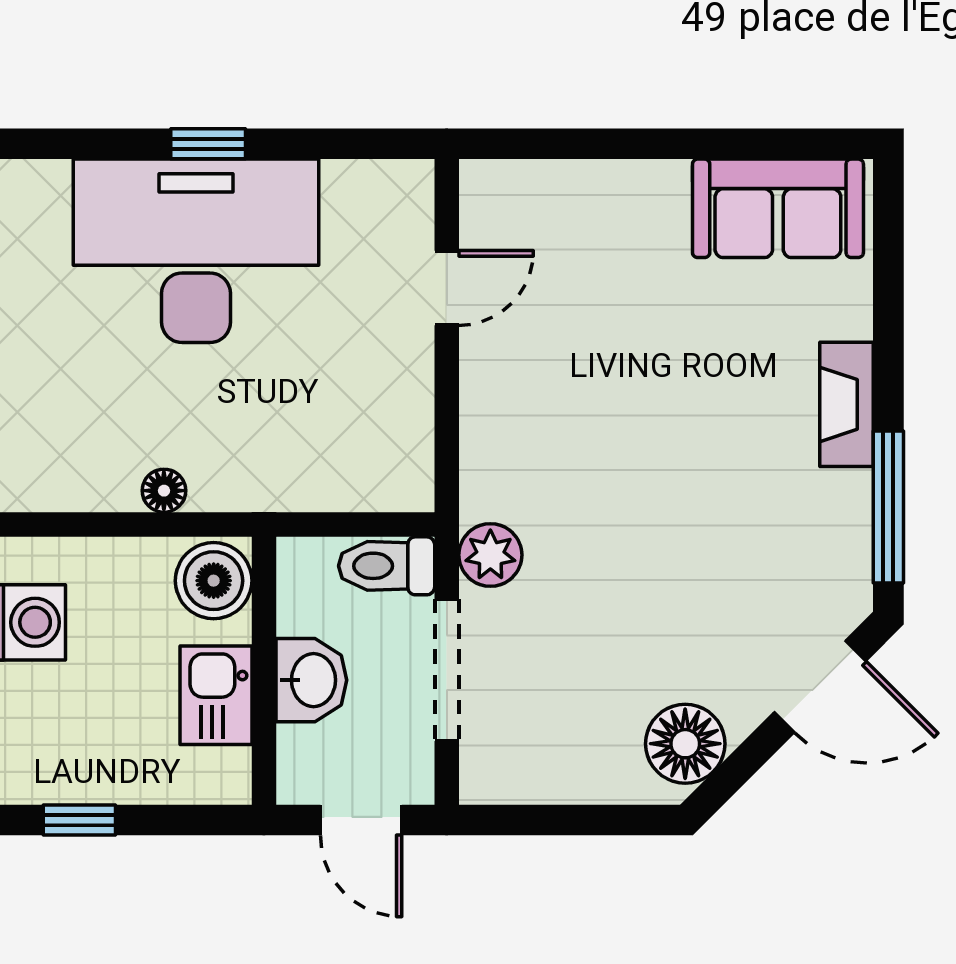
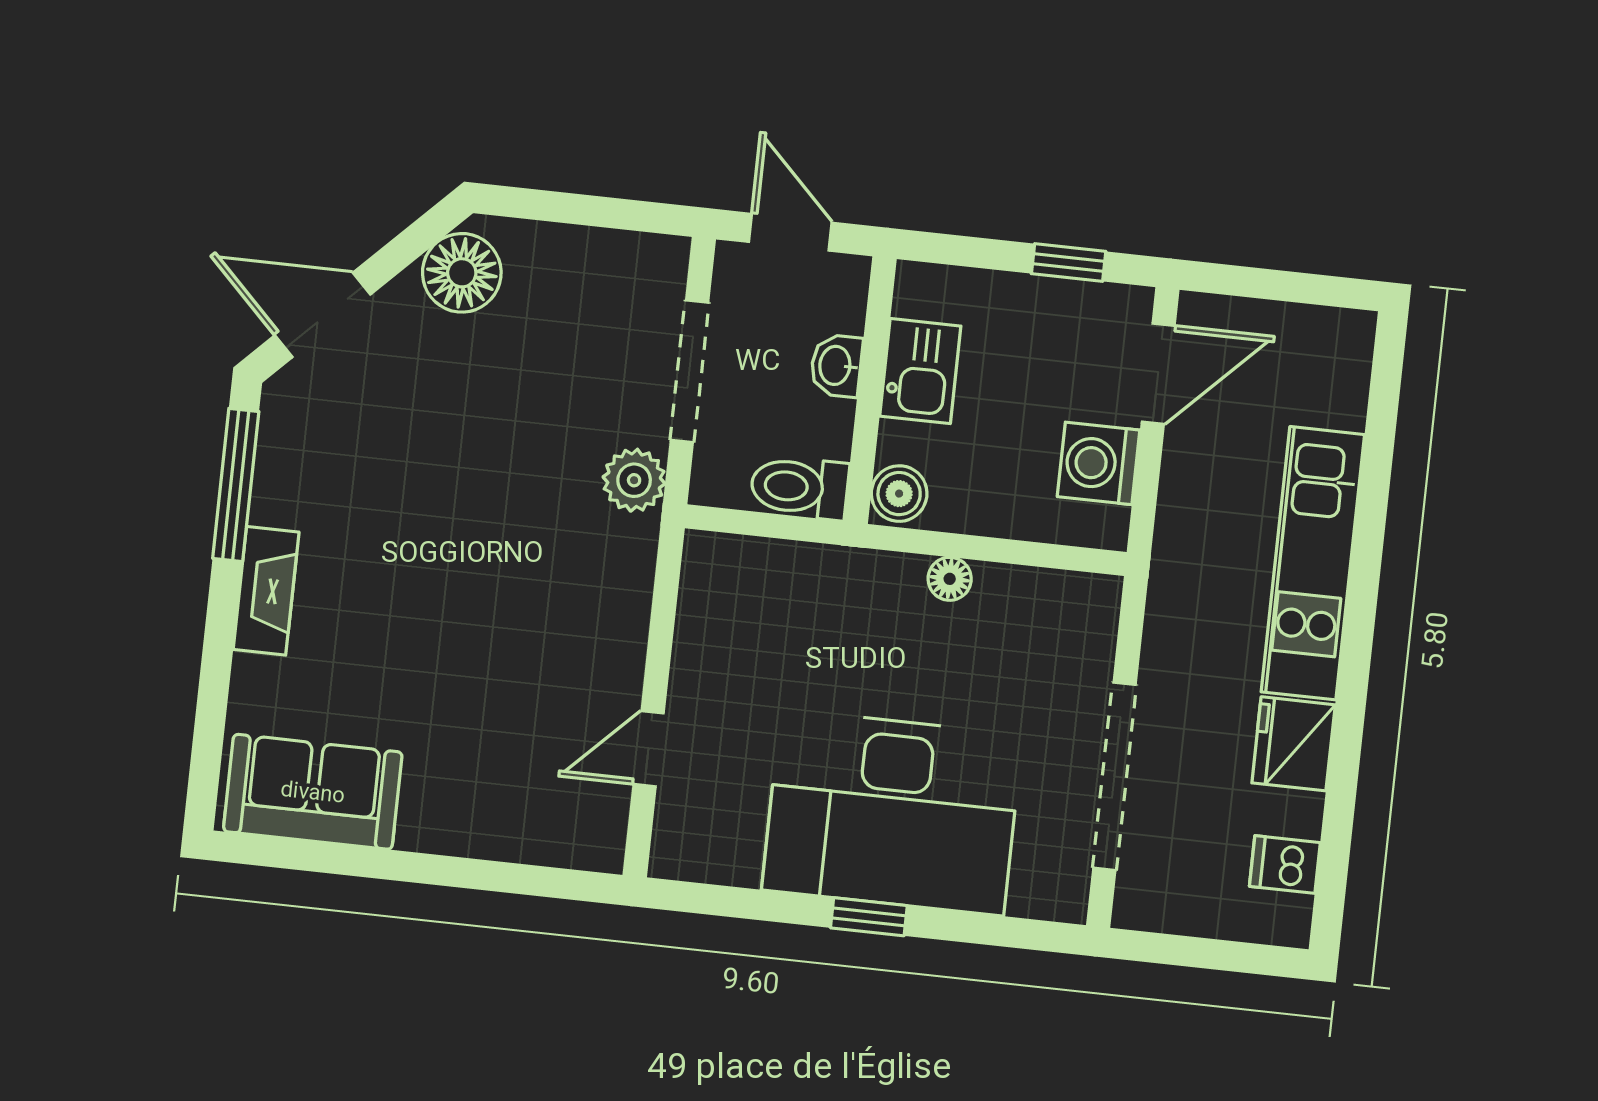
toilet: (387, 566) -> (800, 487), moved, turned 180
boiler: (214, 581) -> (899, 494), width x0.73, depth x0.73
washbasin: (311, 680) -> (836, 366), width x0.72, depth x0.69

